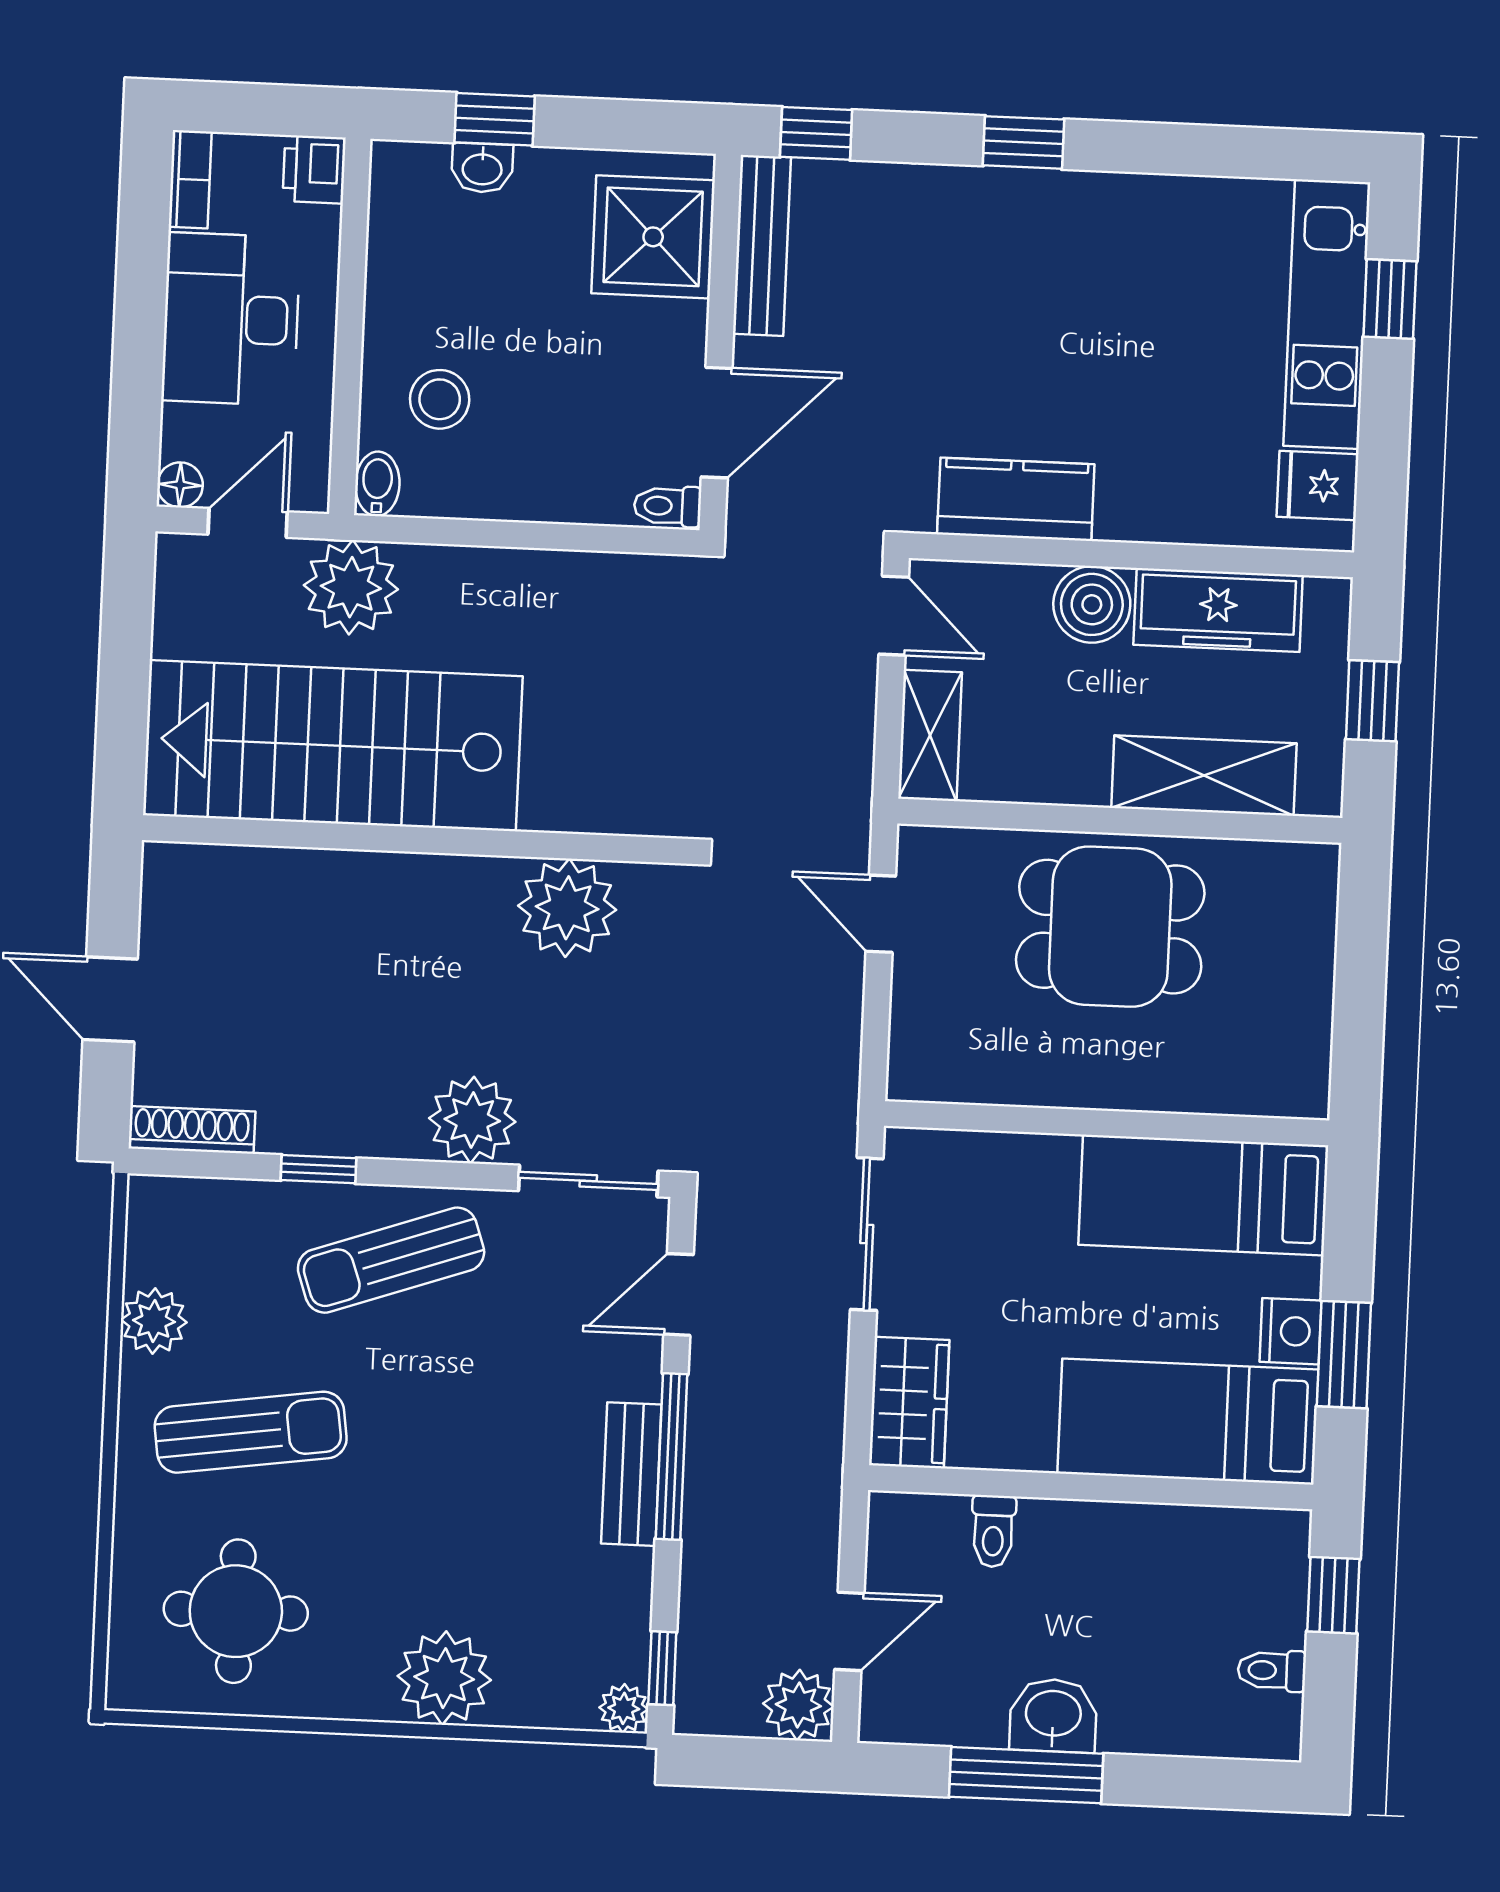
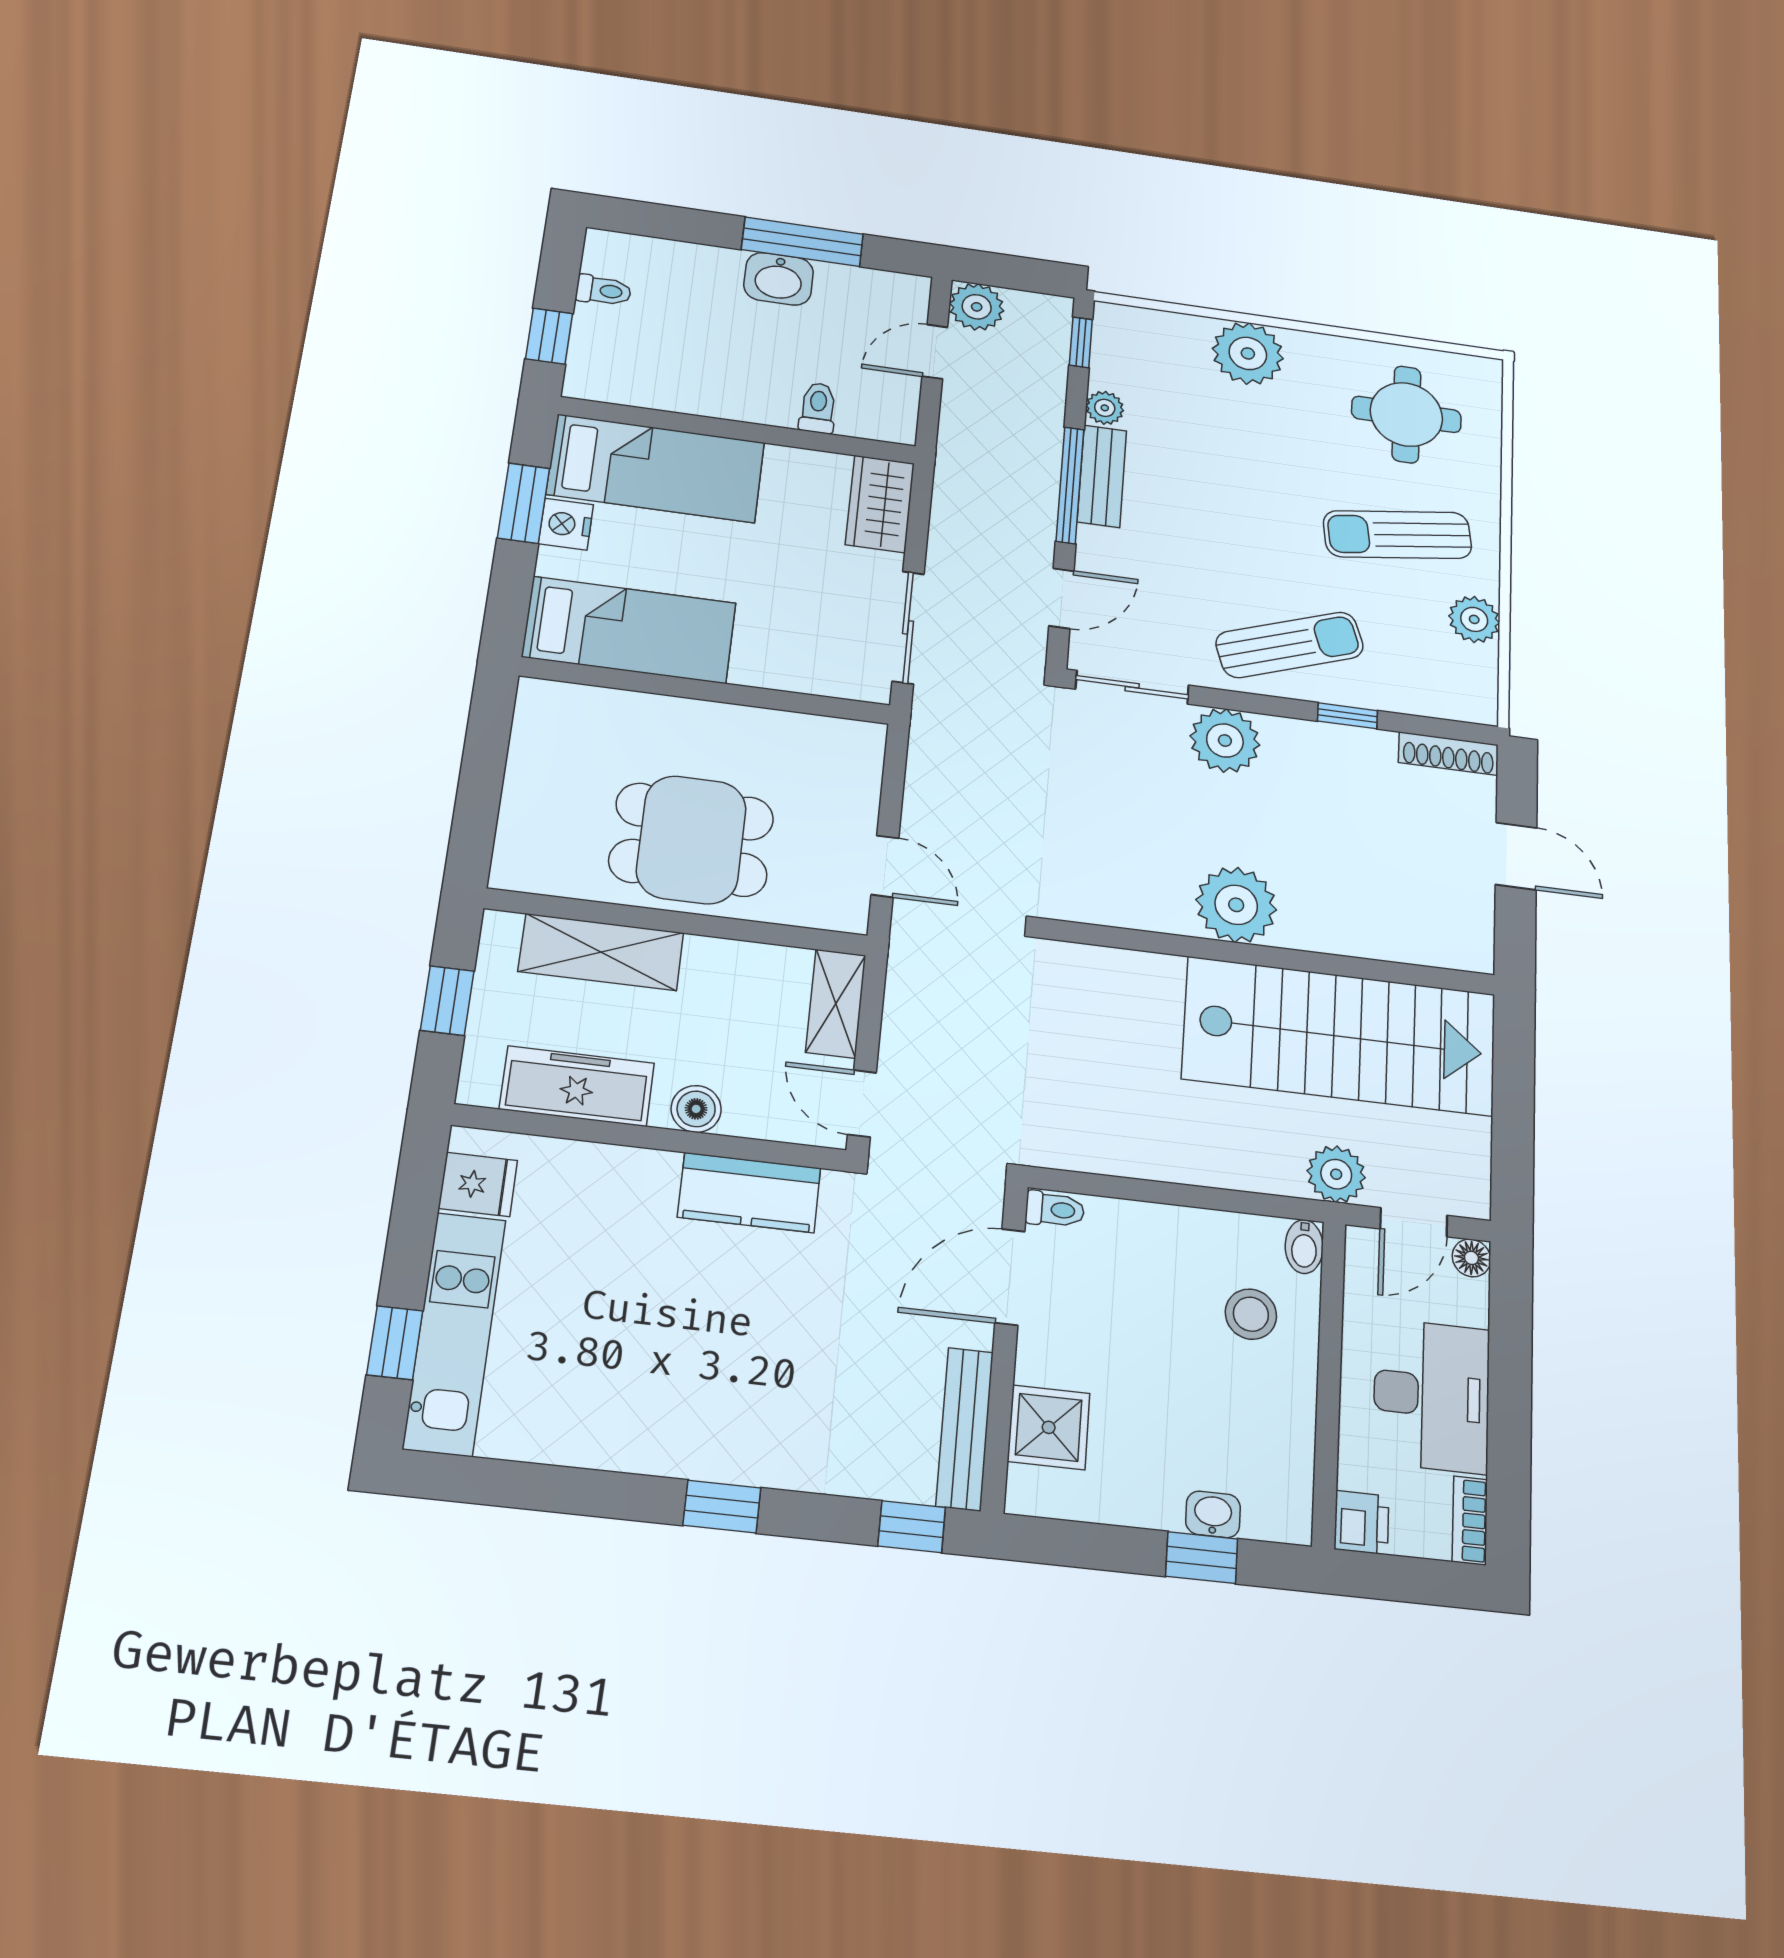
shower: (653, 237) -> (1049, 1427), width x0.73, depth x0.73
plant: (351, 587) -> (1336, 1174), width x0.73, depth x0.73
boiler: (1092, 604) -> (696, 1109), width x0.73, depth x0.73
plant: (567, 908) -> (1236, 905), moved
plant: (624, 1708) -> (1105, 408), moved

